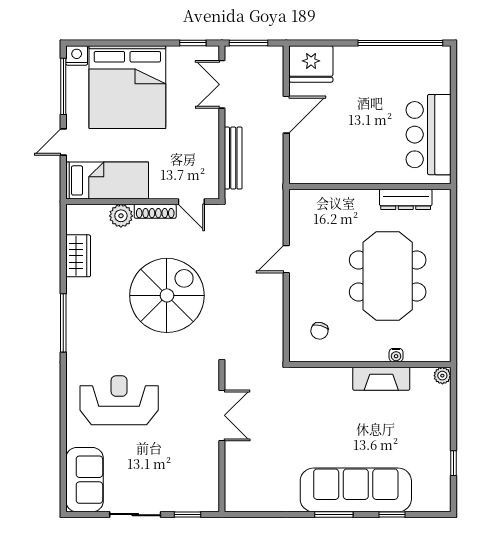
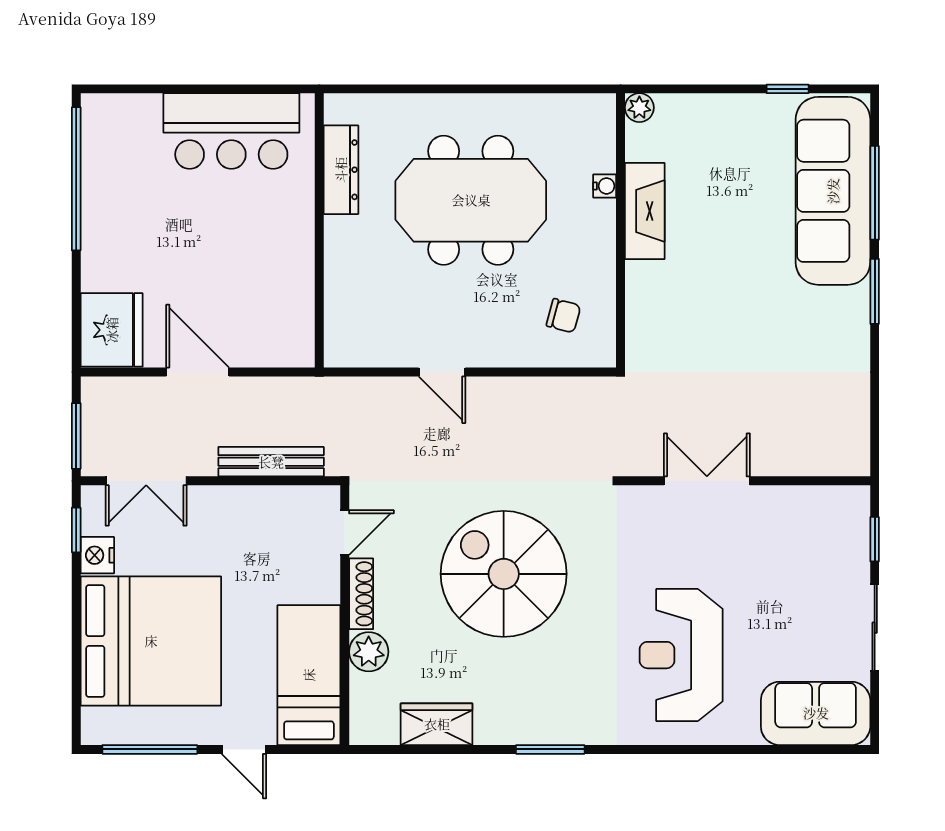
nightstand: (77, 55) -> (97, 555), moved
window: (63, 323) -> (550, 749), width x0.69
sofa: (356, 490) -> (833, 191), moved
window: (392, 515) -> (875, 193), width x2.17

